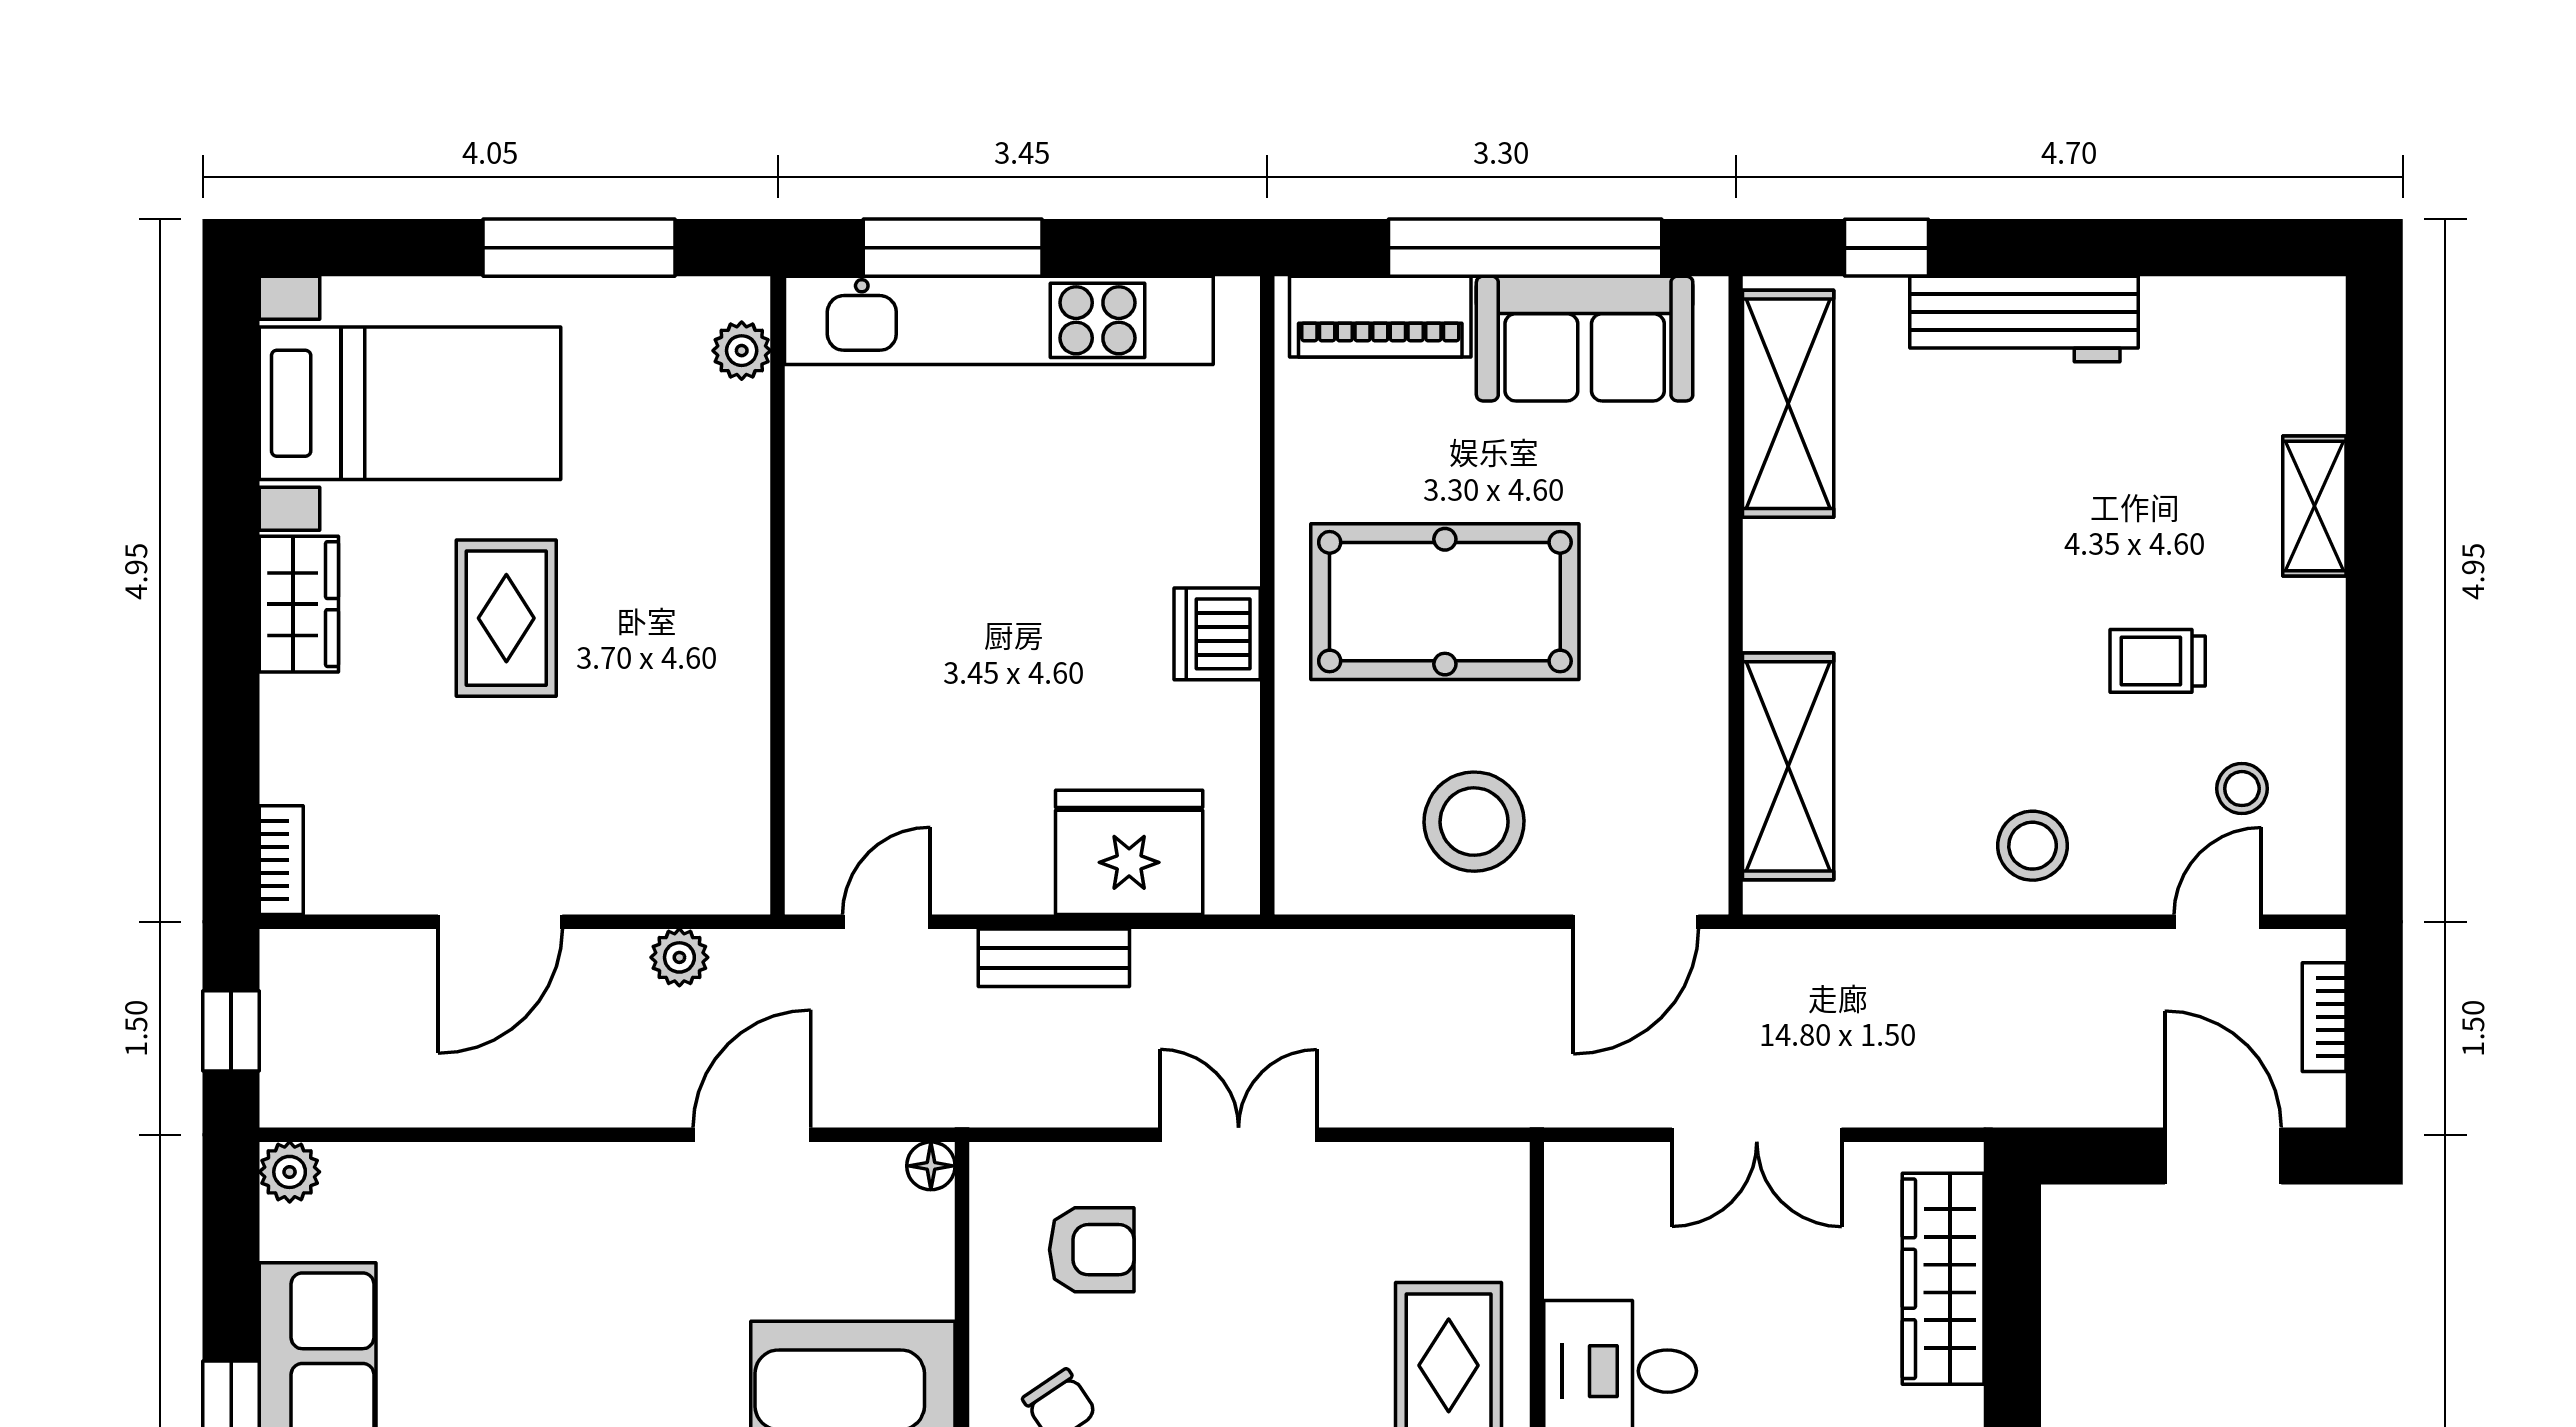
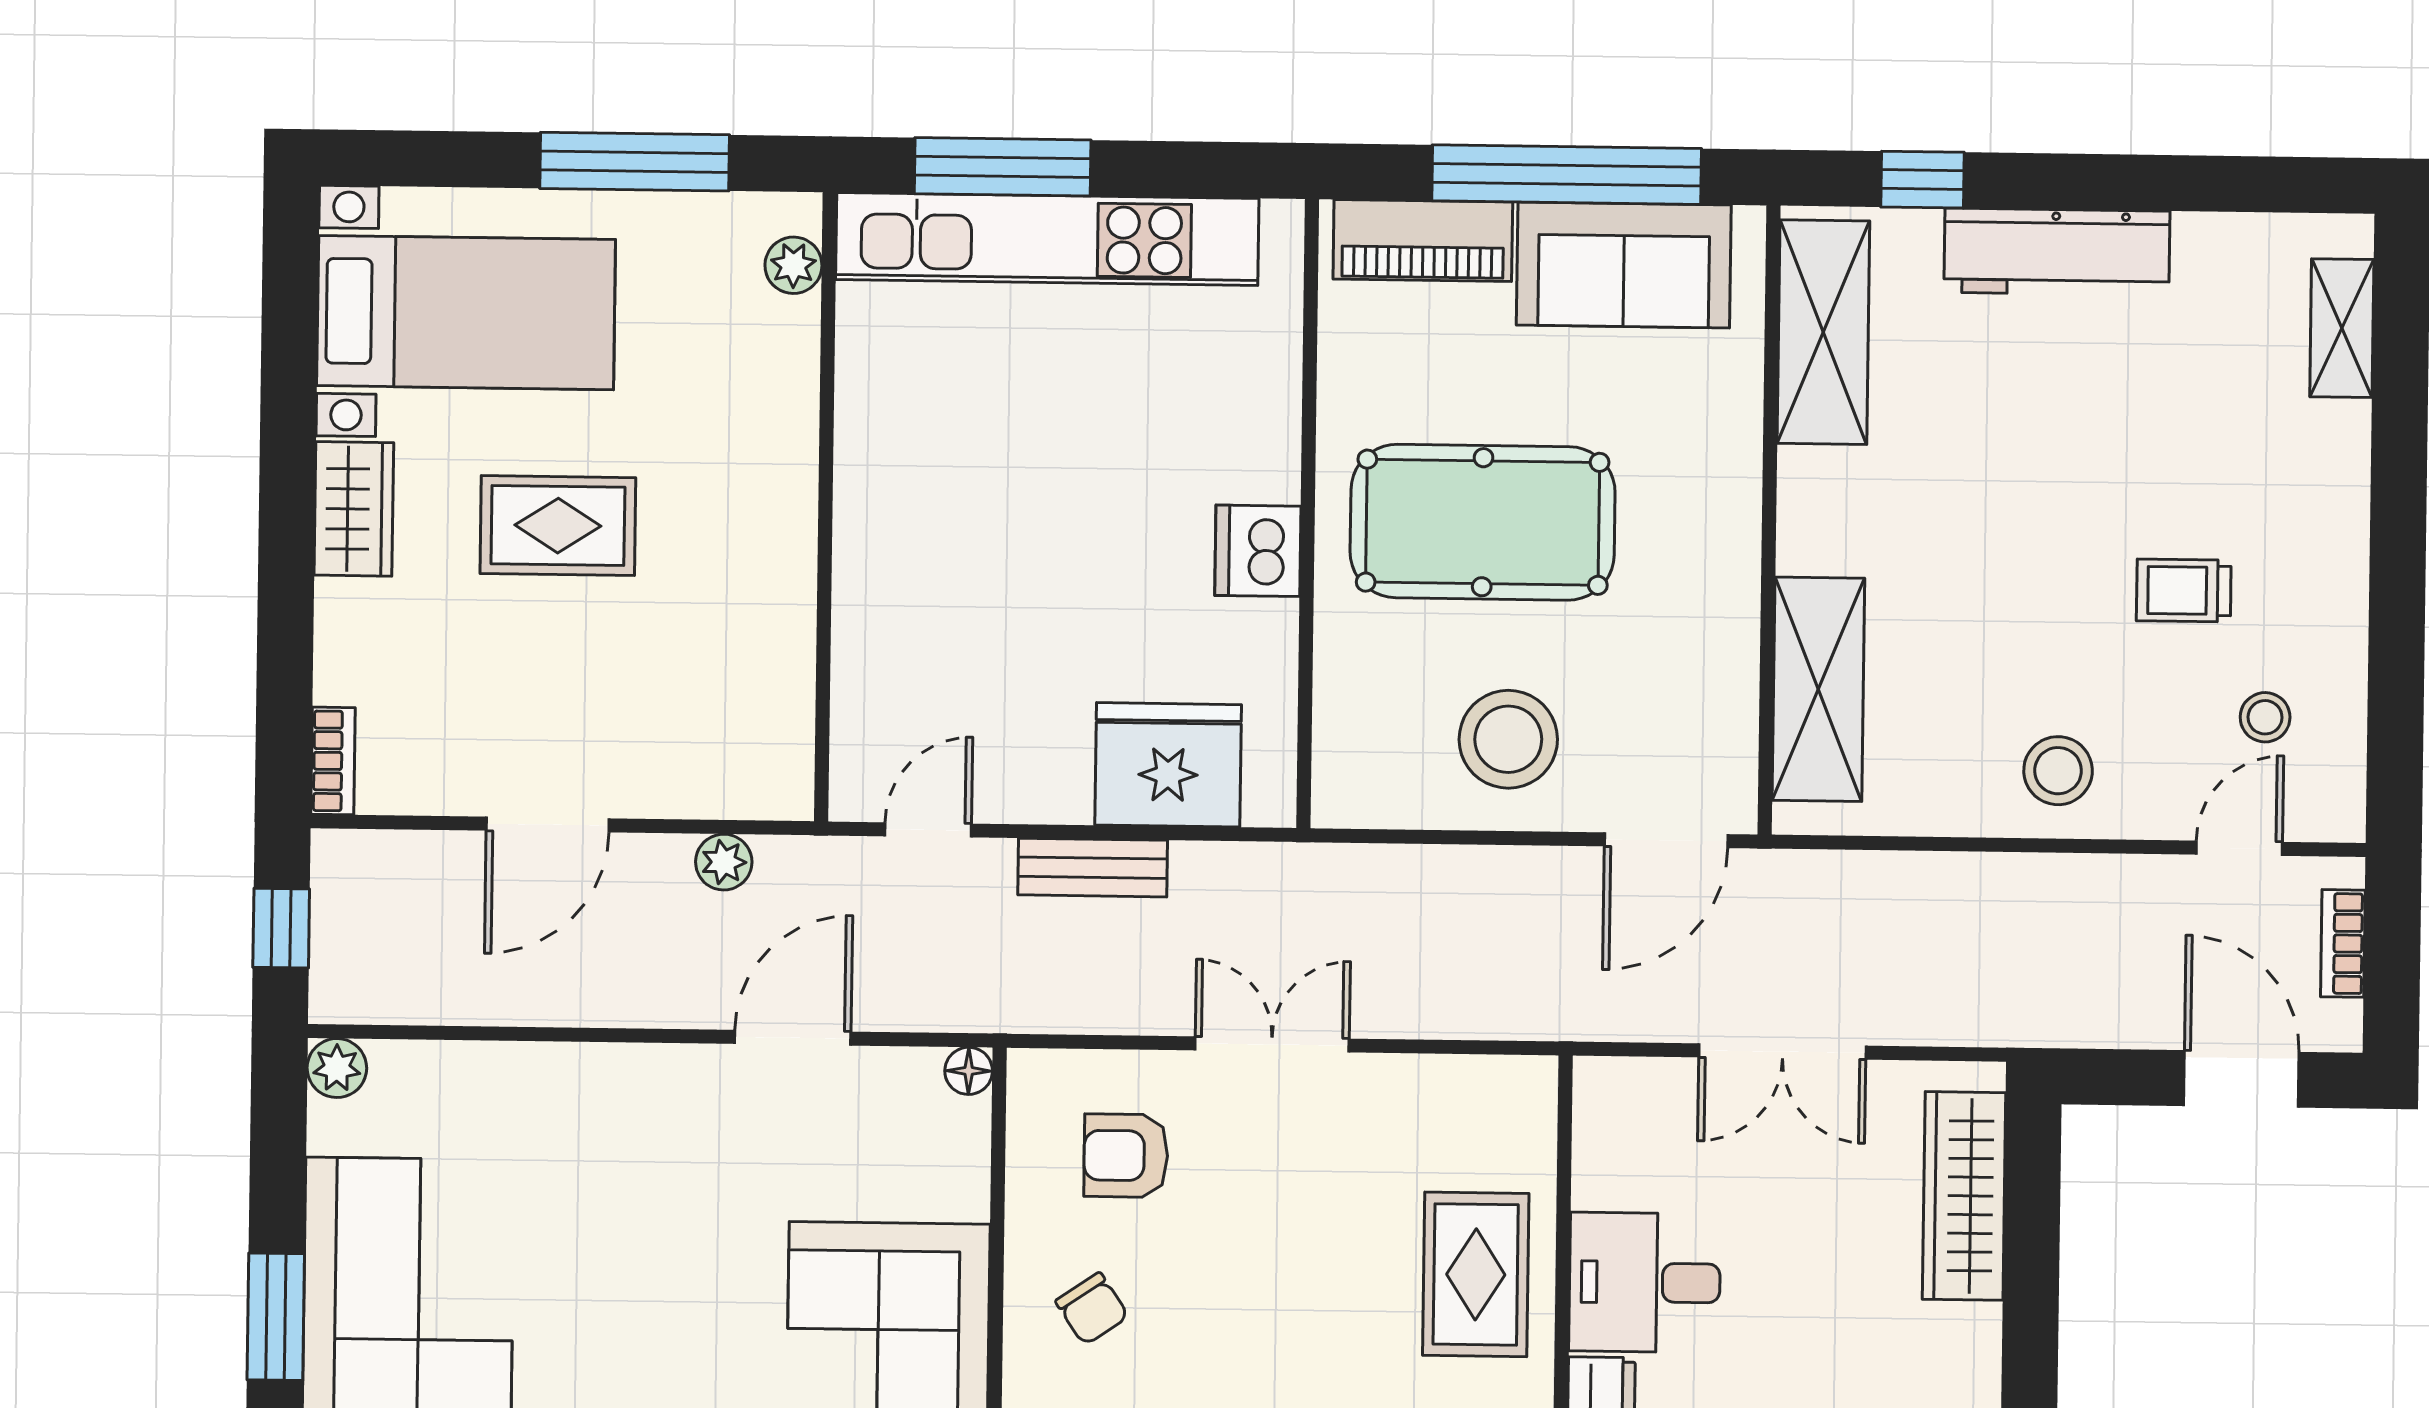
shelving: (2314, 506) -> (2342, 328), moved
rug: (506, 618) -> (558, 526), turned 90
armchair: (1092, 1250) -> (1126, 1156), turned 180

